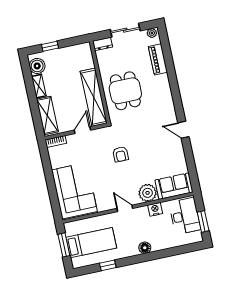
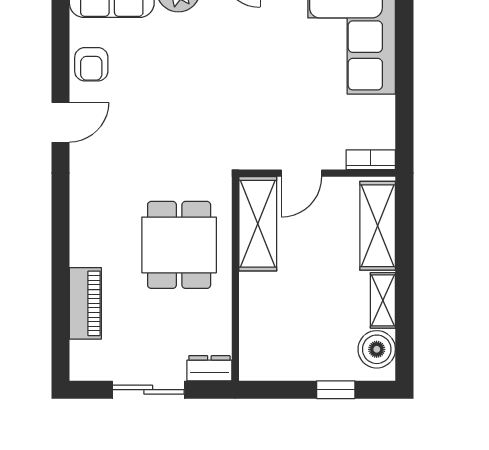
plant: (152, 33) -> (86, 369), removed
shelving: (94, 97) -> (258, 224), width x0.68
door: (183, 130) -> (60, 122), hinge flipped
armchair: (121, 154) -> (91, 64), moved, turned 180

